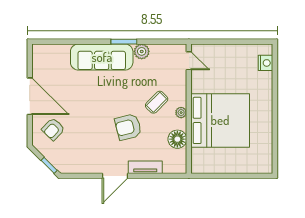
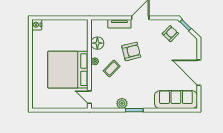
sofa: (102, 57) -> (176, 100), moved
nightstand: (266, 63) -> (37, 25), moved
bed: (220, 120) -> (68, 70), moved
armchair: (53, 129) -> (170, 34), moved

